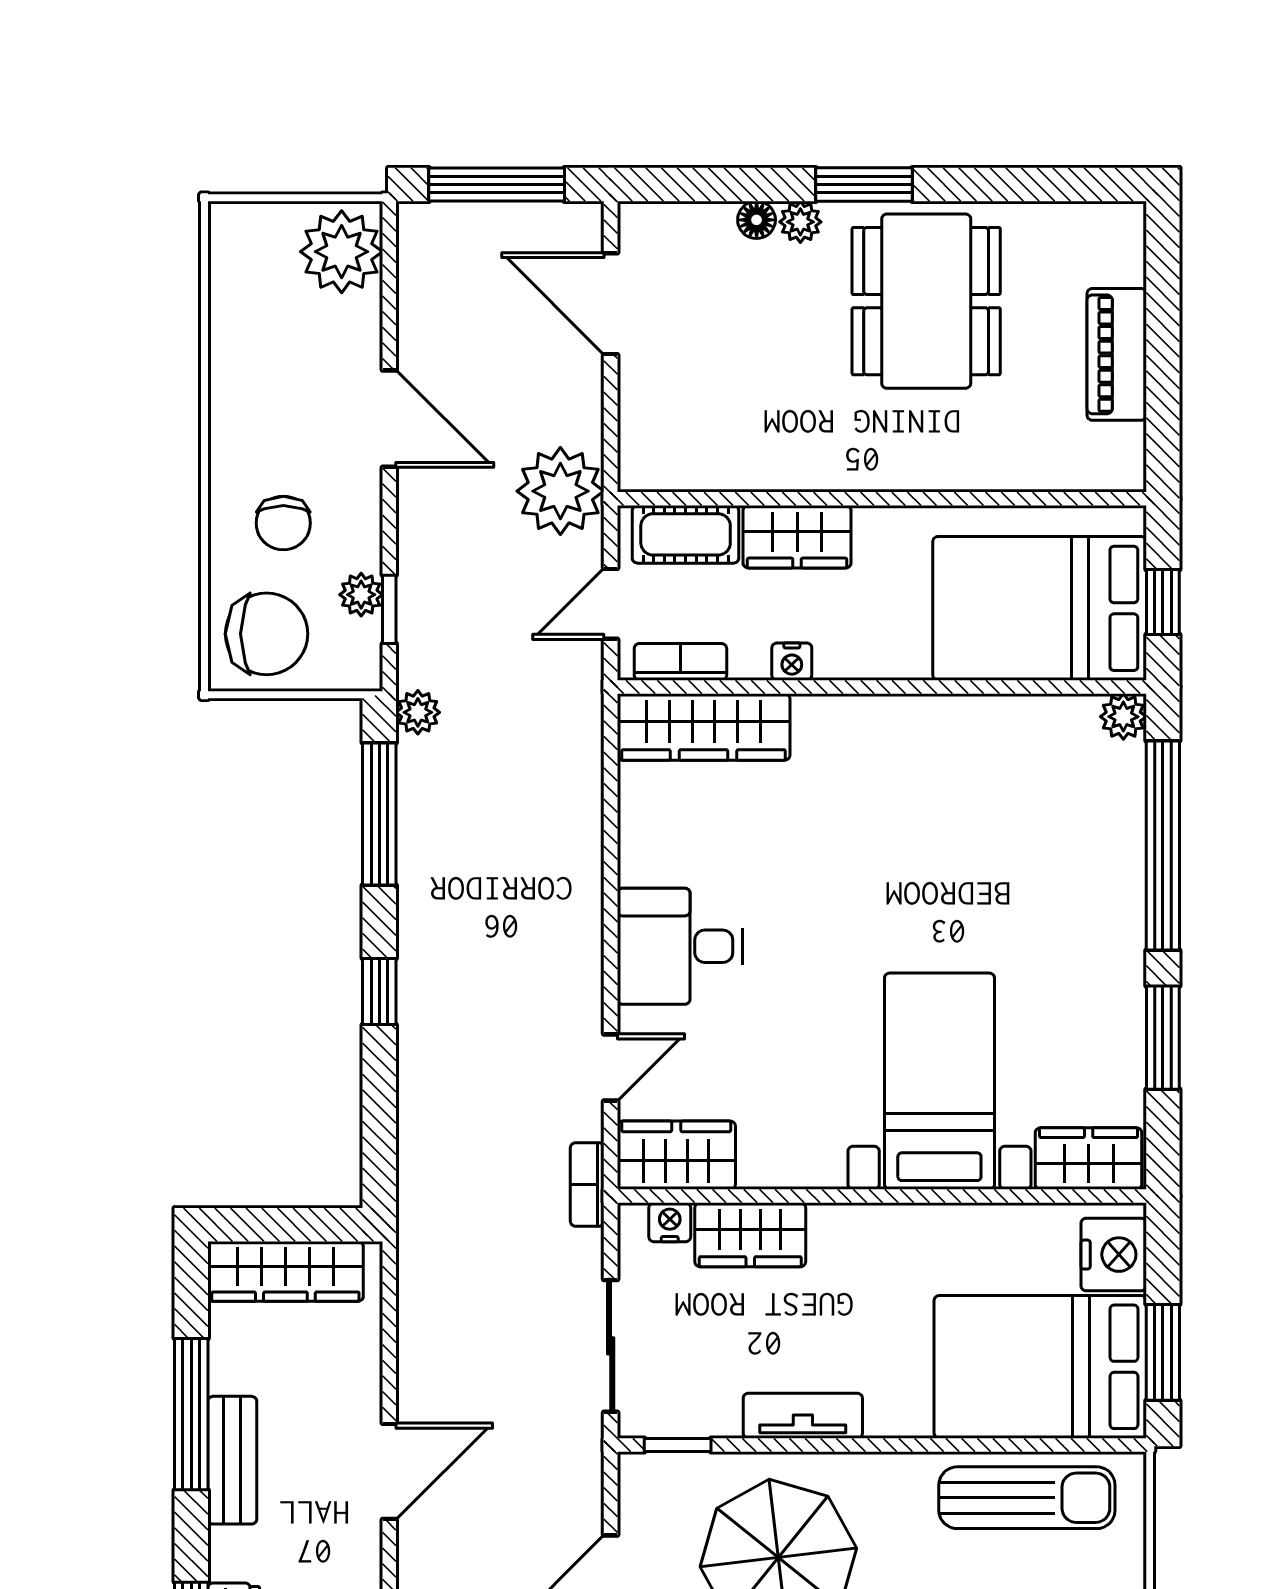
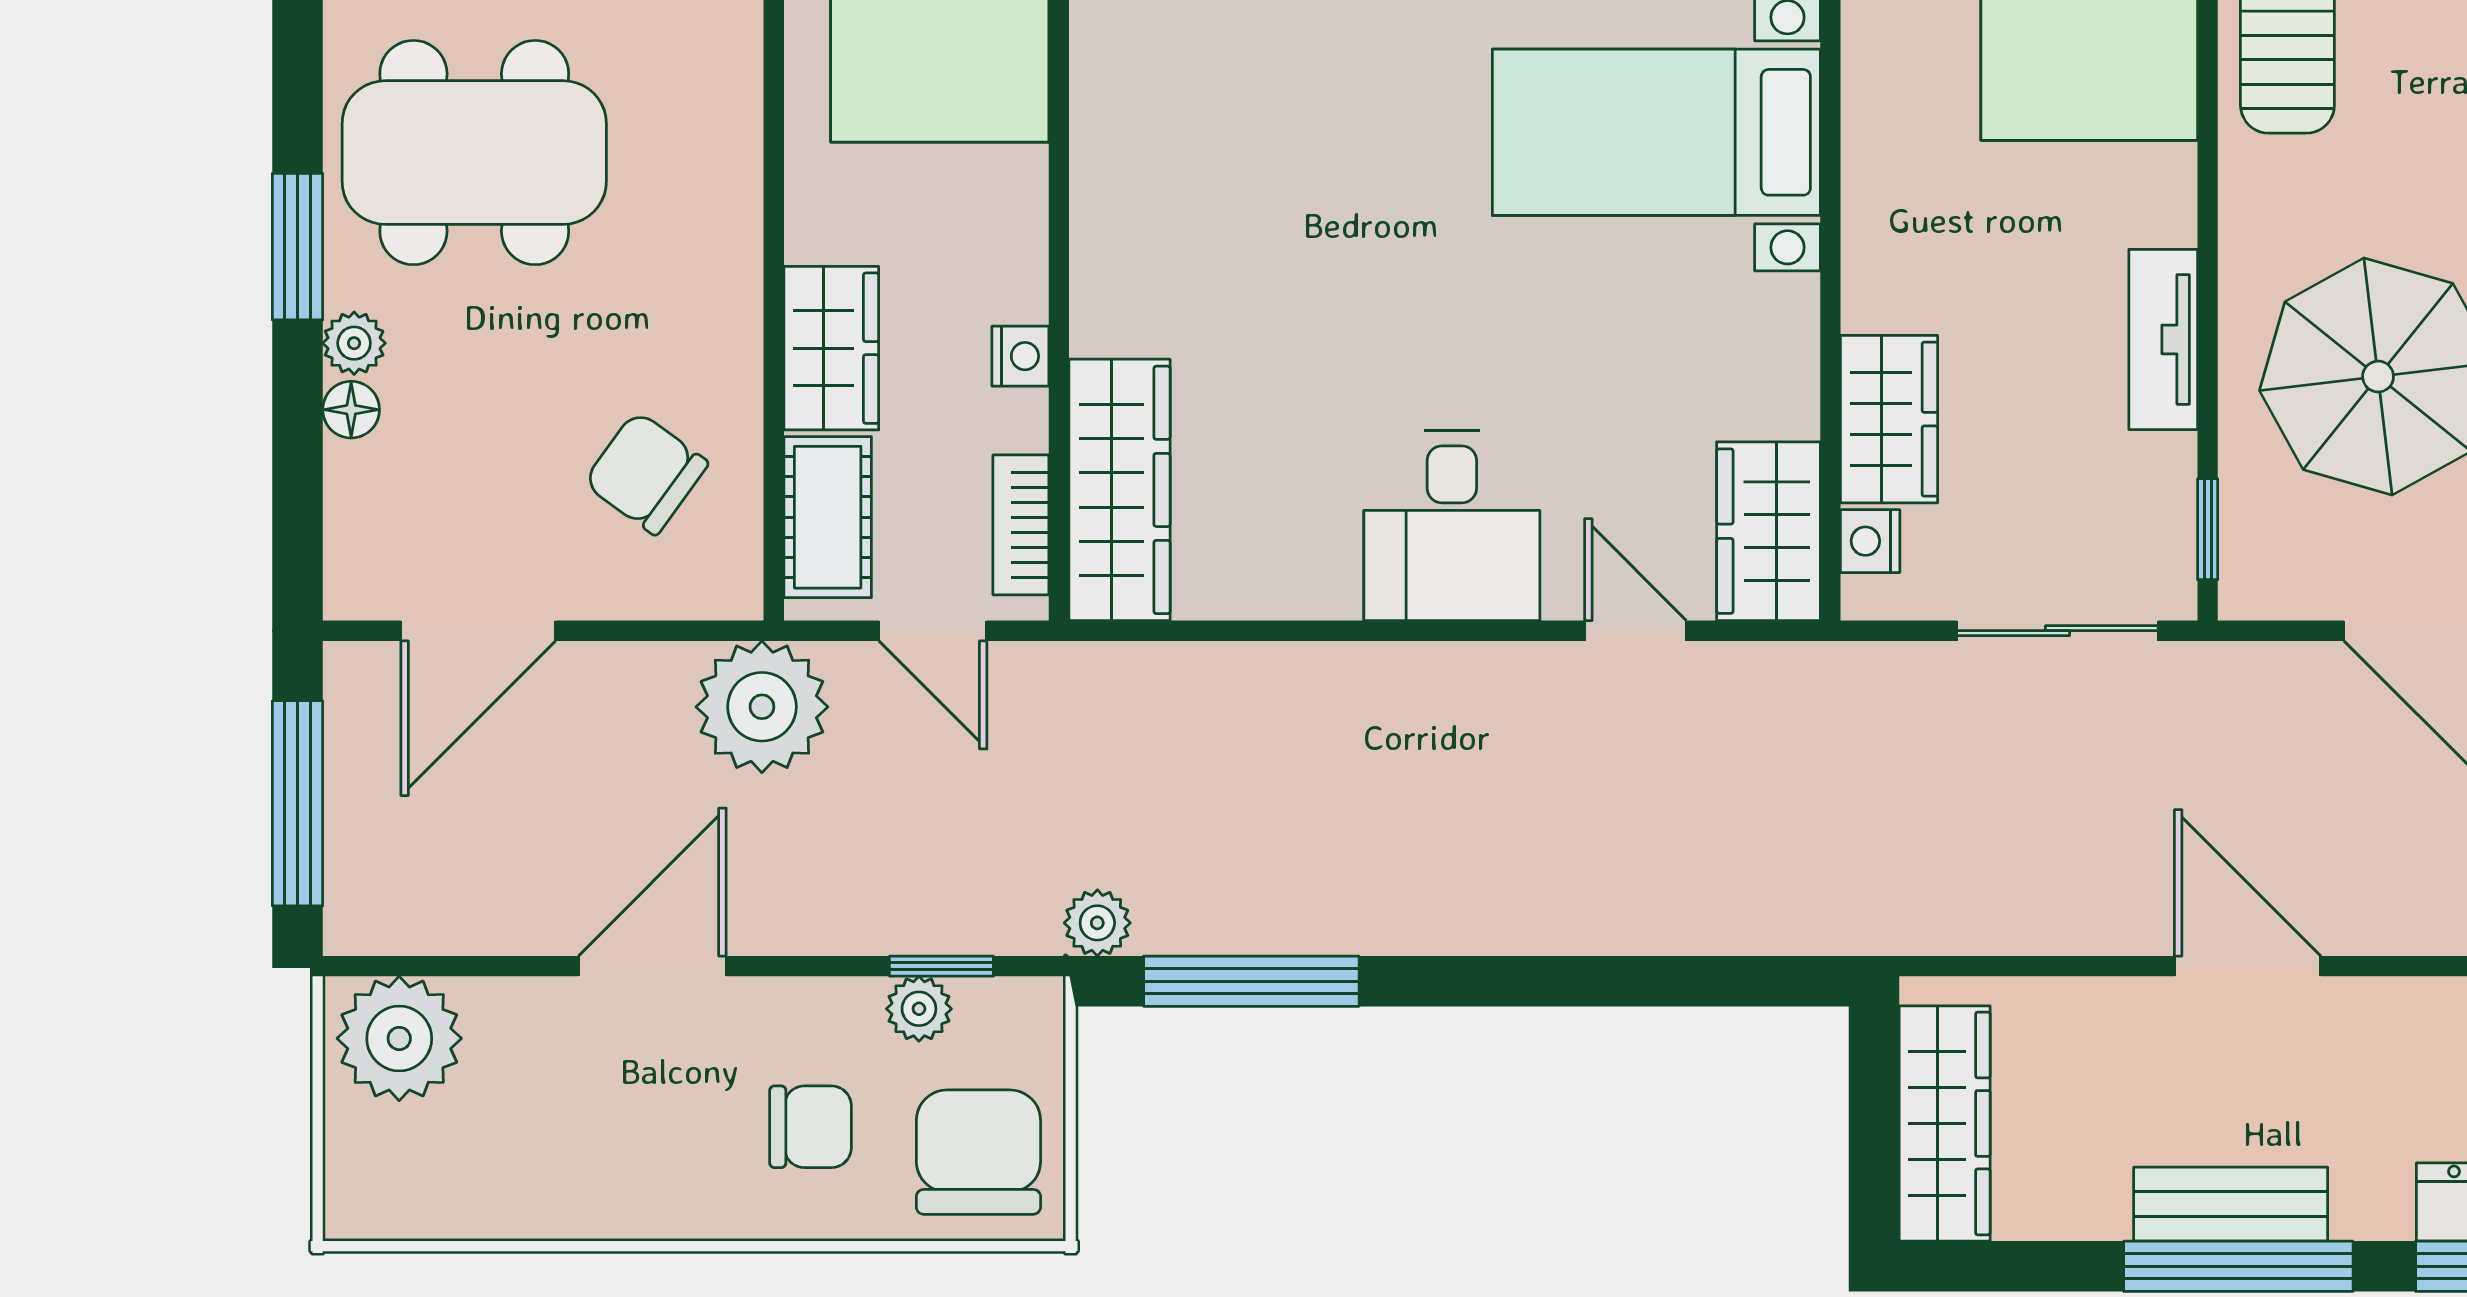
chair: (715, 414) -> (646, 473), added
window: (379, 991) -> (1520, 981), removed
bookcase: (587, 1184) -> (1813, 666), removed
window: (191, 1414) -> (2238, 1266), moved

